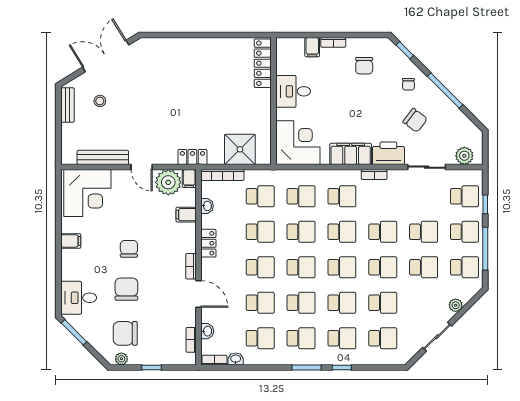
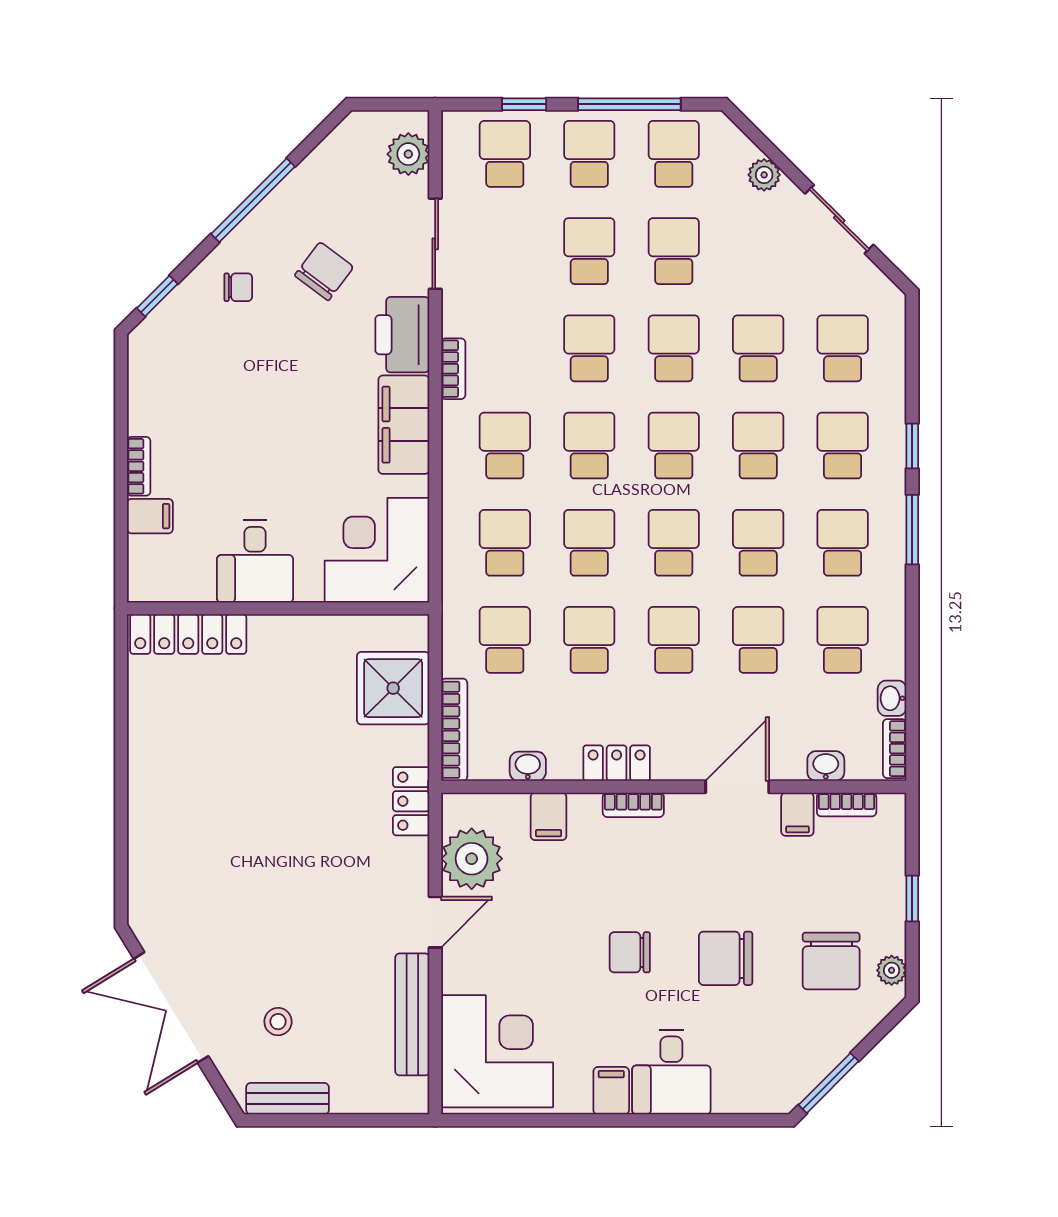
chair: (364, 66) -> (194, 393), removed
filing cabinet: (189, 179) -> (797, 814), moved, turned 90
bookcase: (191, 266) -> (633, 805), moved
desk: (79, 298) -> (671, 1072), moved

